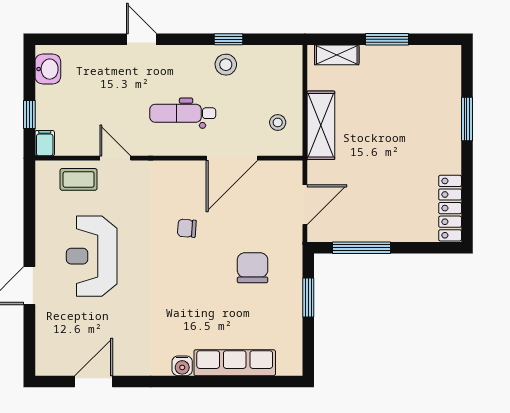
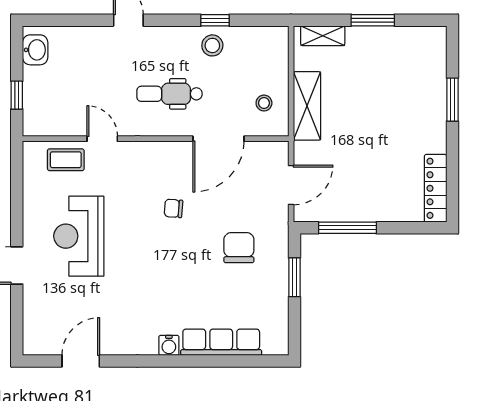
filing cabinet: (45, 143) -> (32, 124), removed

